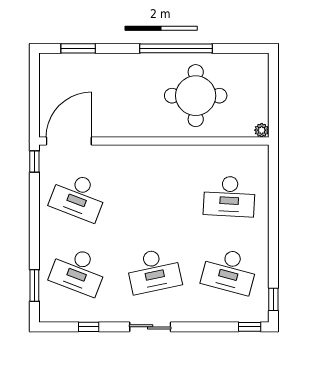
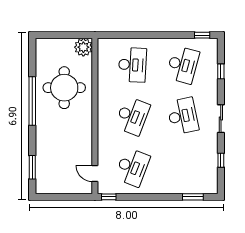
plant: (262, 130) -> (83, 47), width x1.88, depth x1.88
door: (69, 141) -> (95, 173), width x0.53
desk: (78, 271) -> (132, 116), moved
window: (250, 327) -> (221, 71), moved

